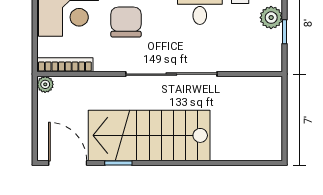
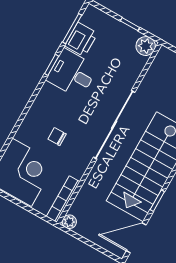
plant: (271, 18) -> (146, 46), moved
chair: (126, 22) -> (57, 137), width x0.54, depth x0.54

